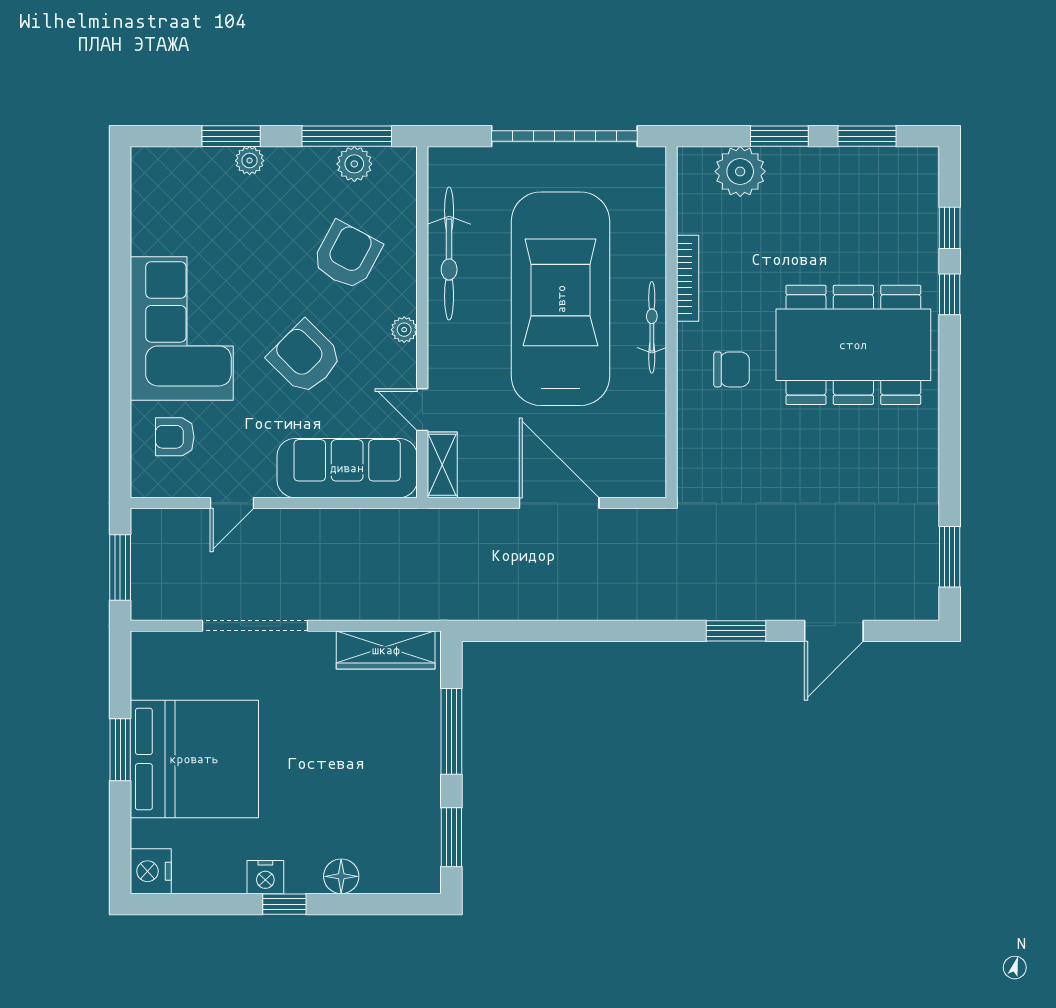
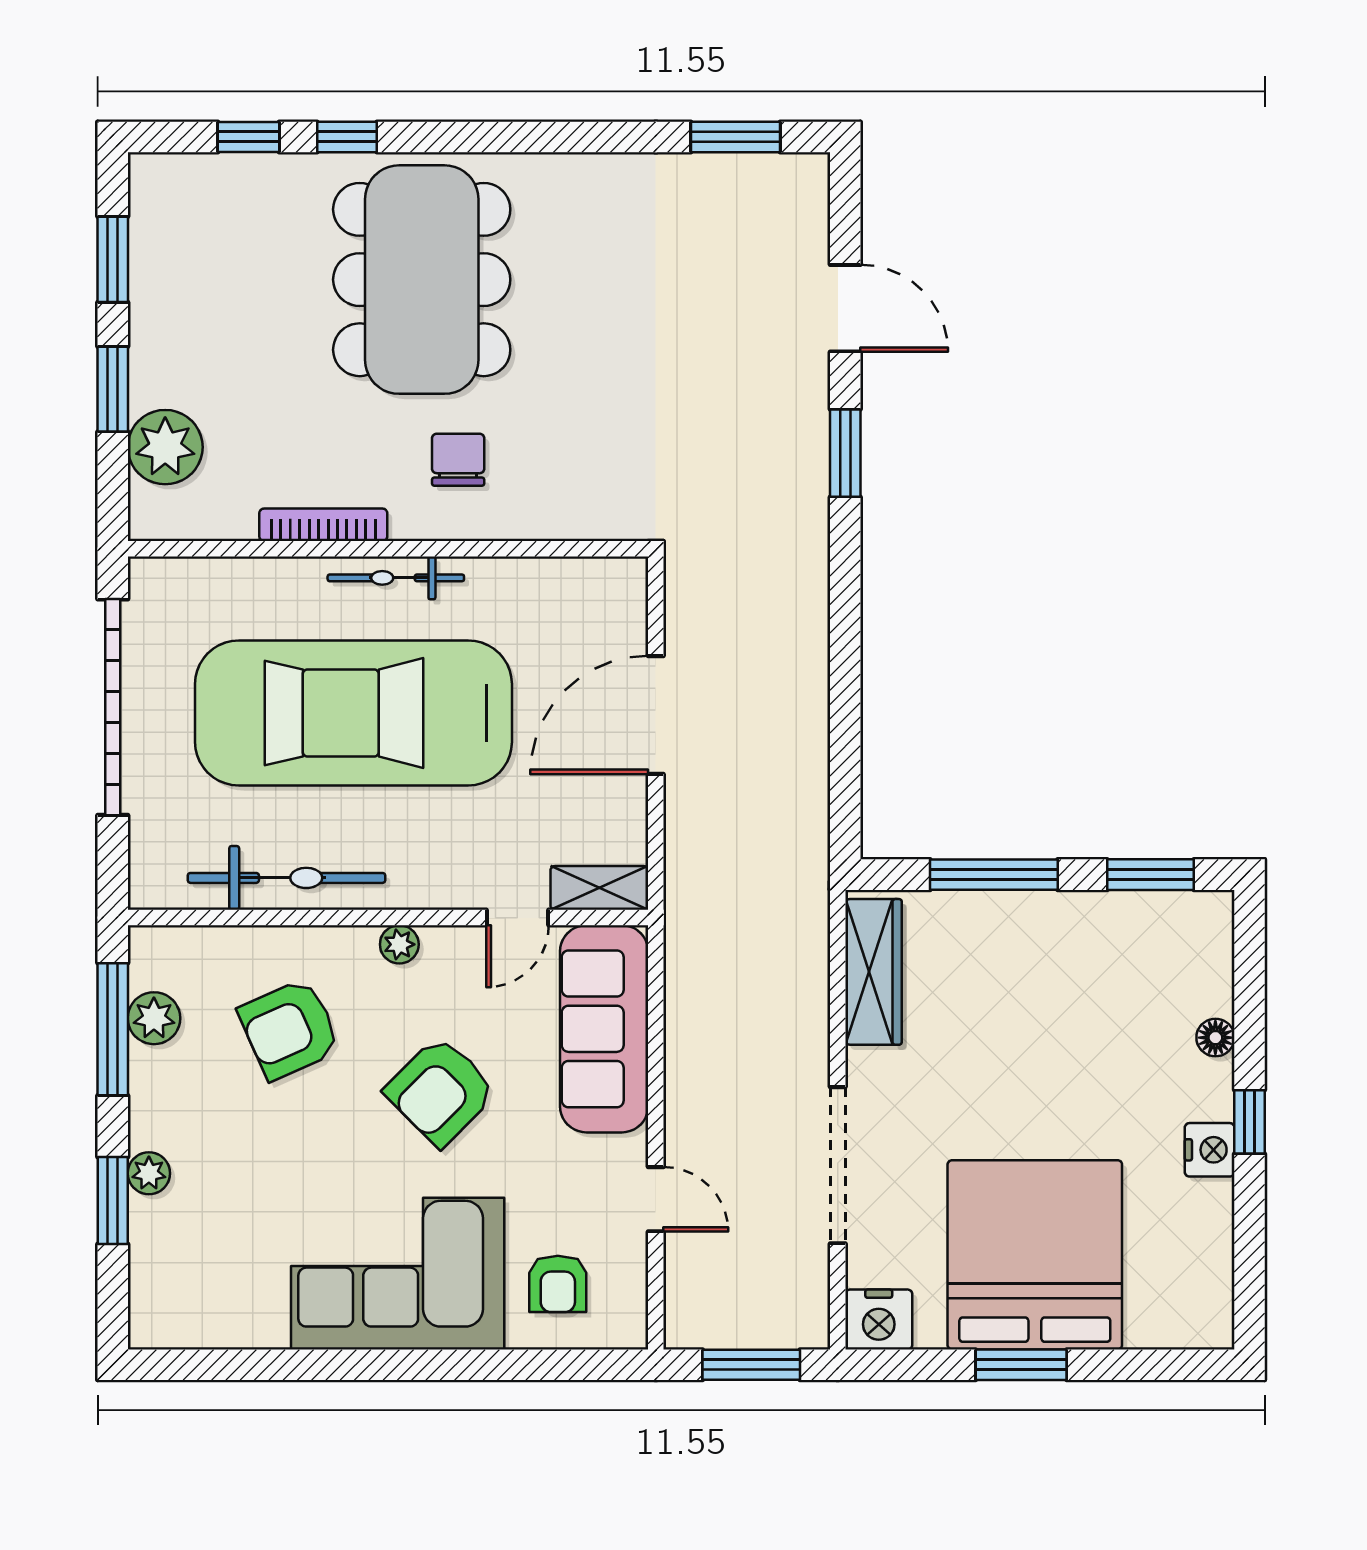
armchair: (347, 255) -> (289, 1029), turned -52
nightstand: (151, 871) -> (879, 1320), moved
floor lamp: (341, 876) -> (1215, 1038), width x0.73, depth x0.73

